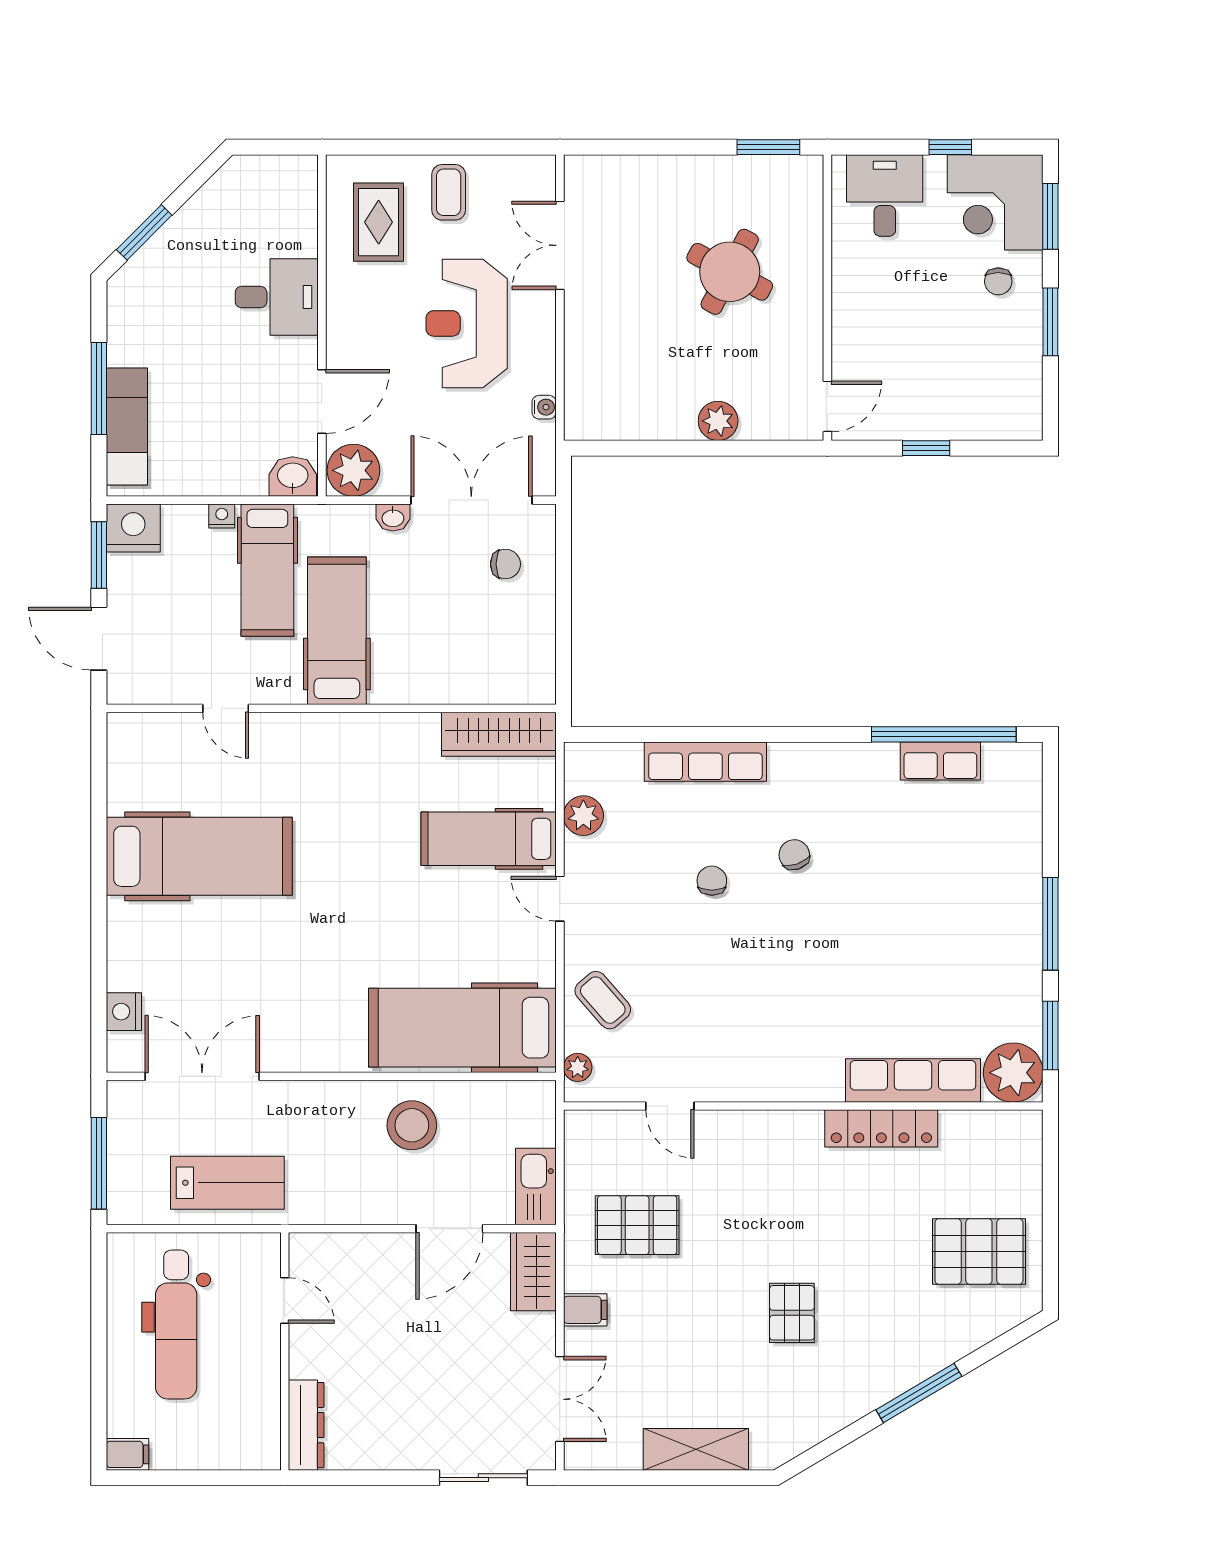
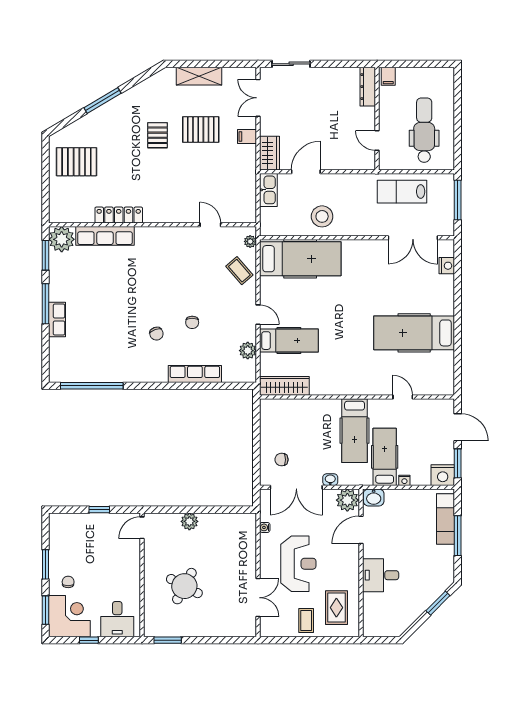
row of seats: (940, 761) -> (57, 320), moved, turned 90
pallet: (637, 1225) -> (201, 130), moved
filing cabinet: (128, 1454) -> (388, 76), moved, turned -90

